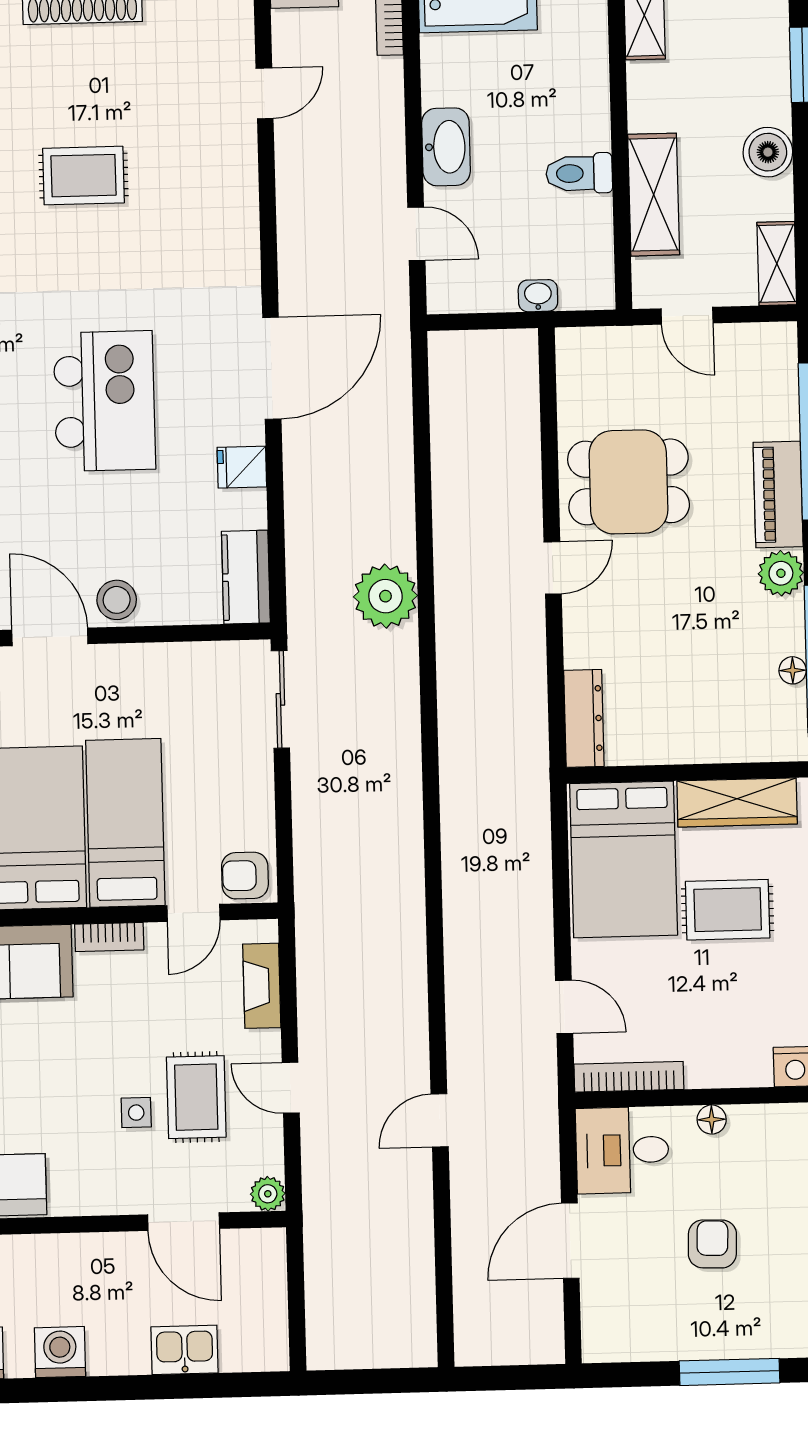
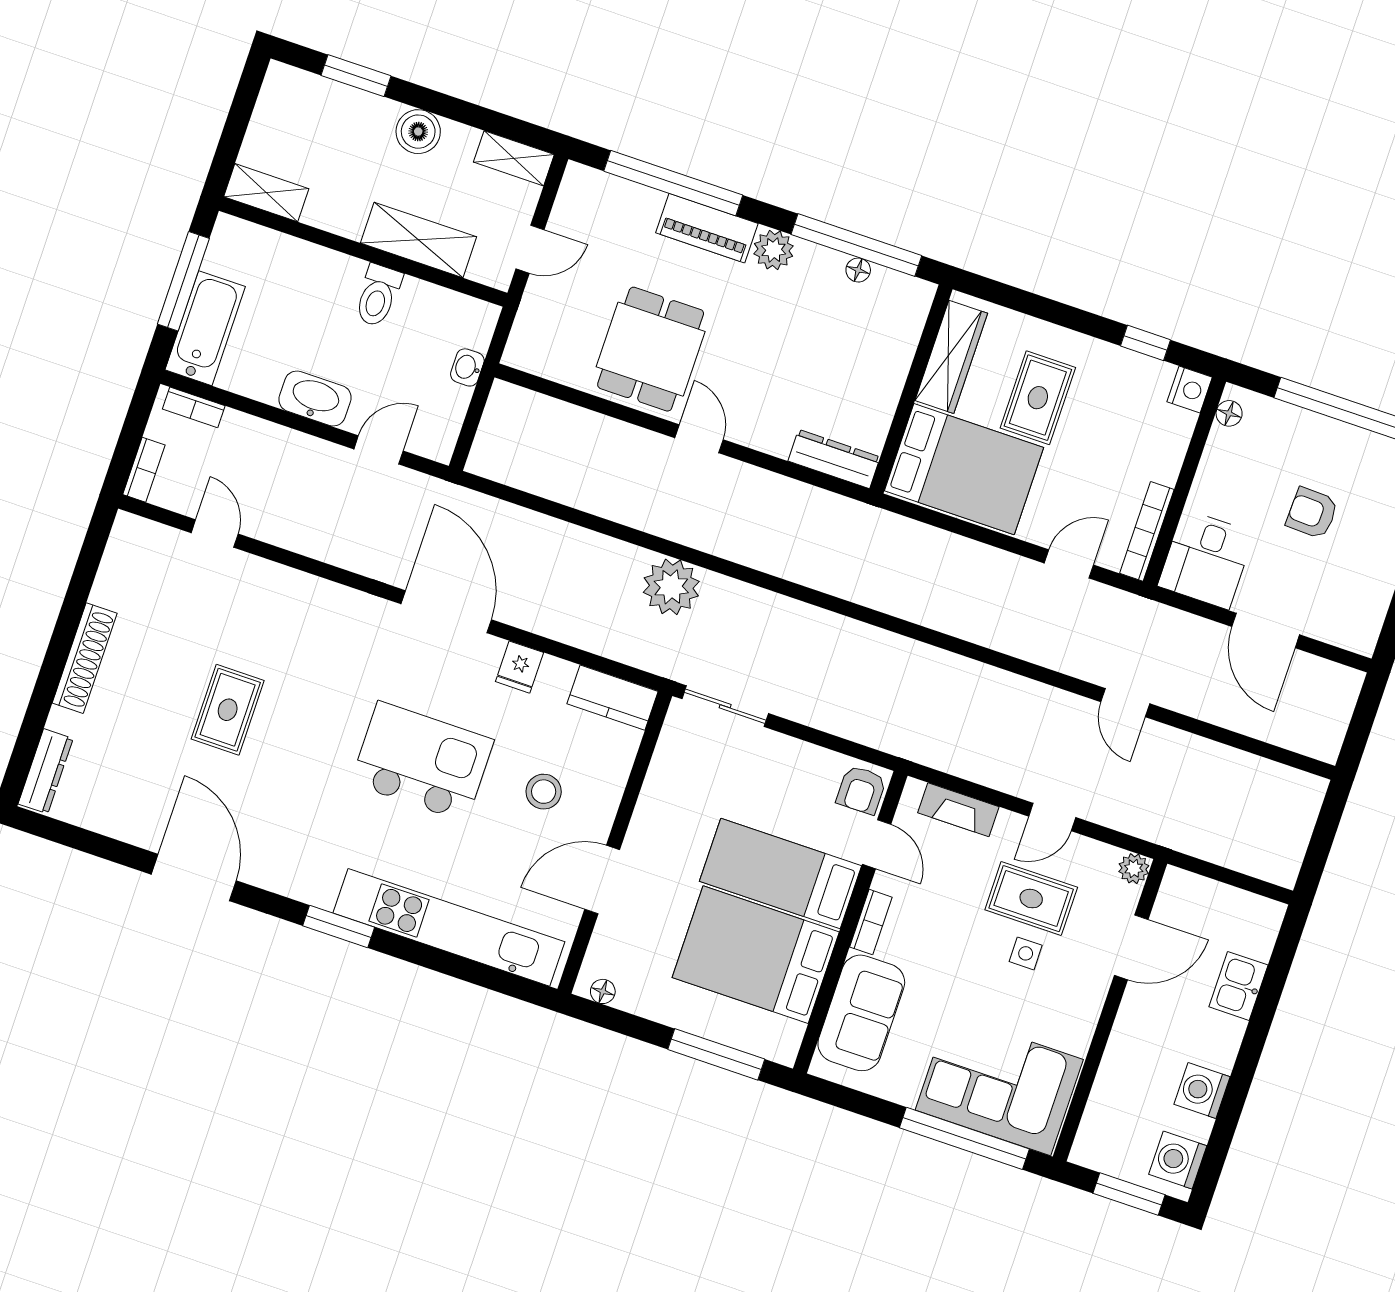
stool: (117, 600) -> (544, 792), moved
floor lamp: (712, 1120) -> (1229, 413), moved

